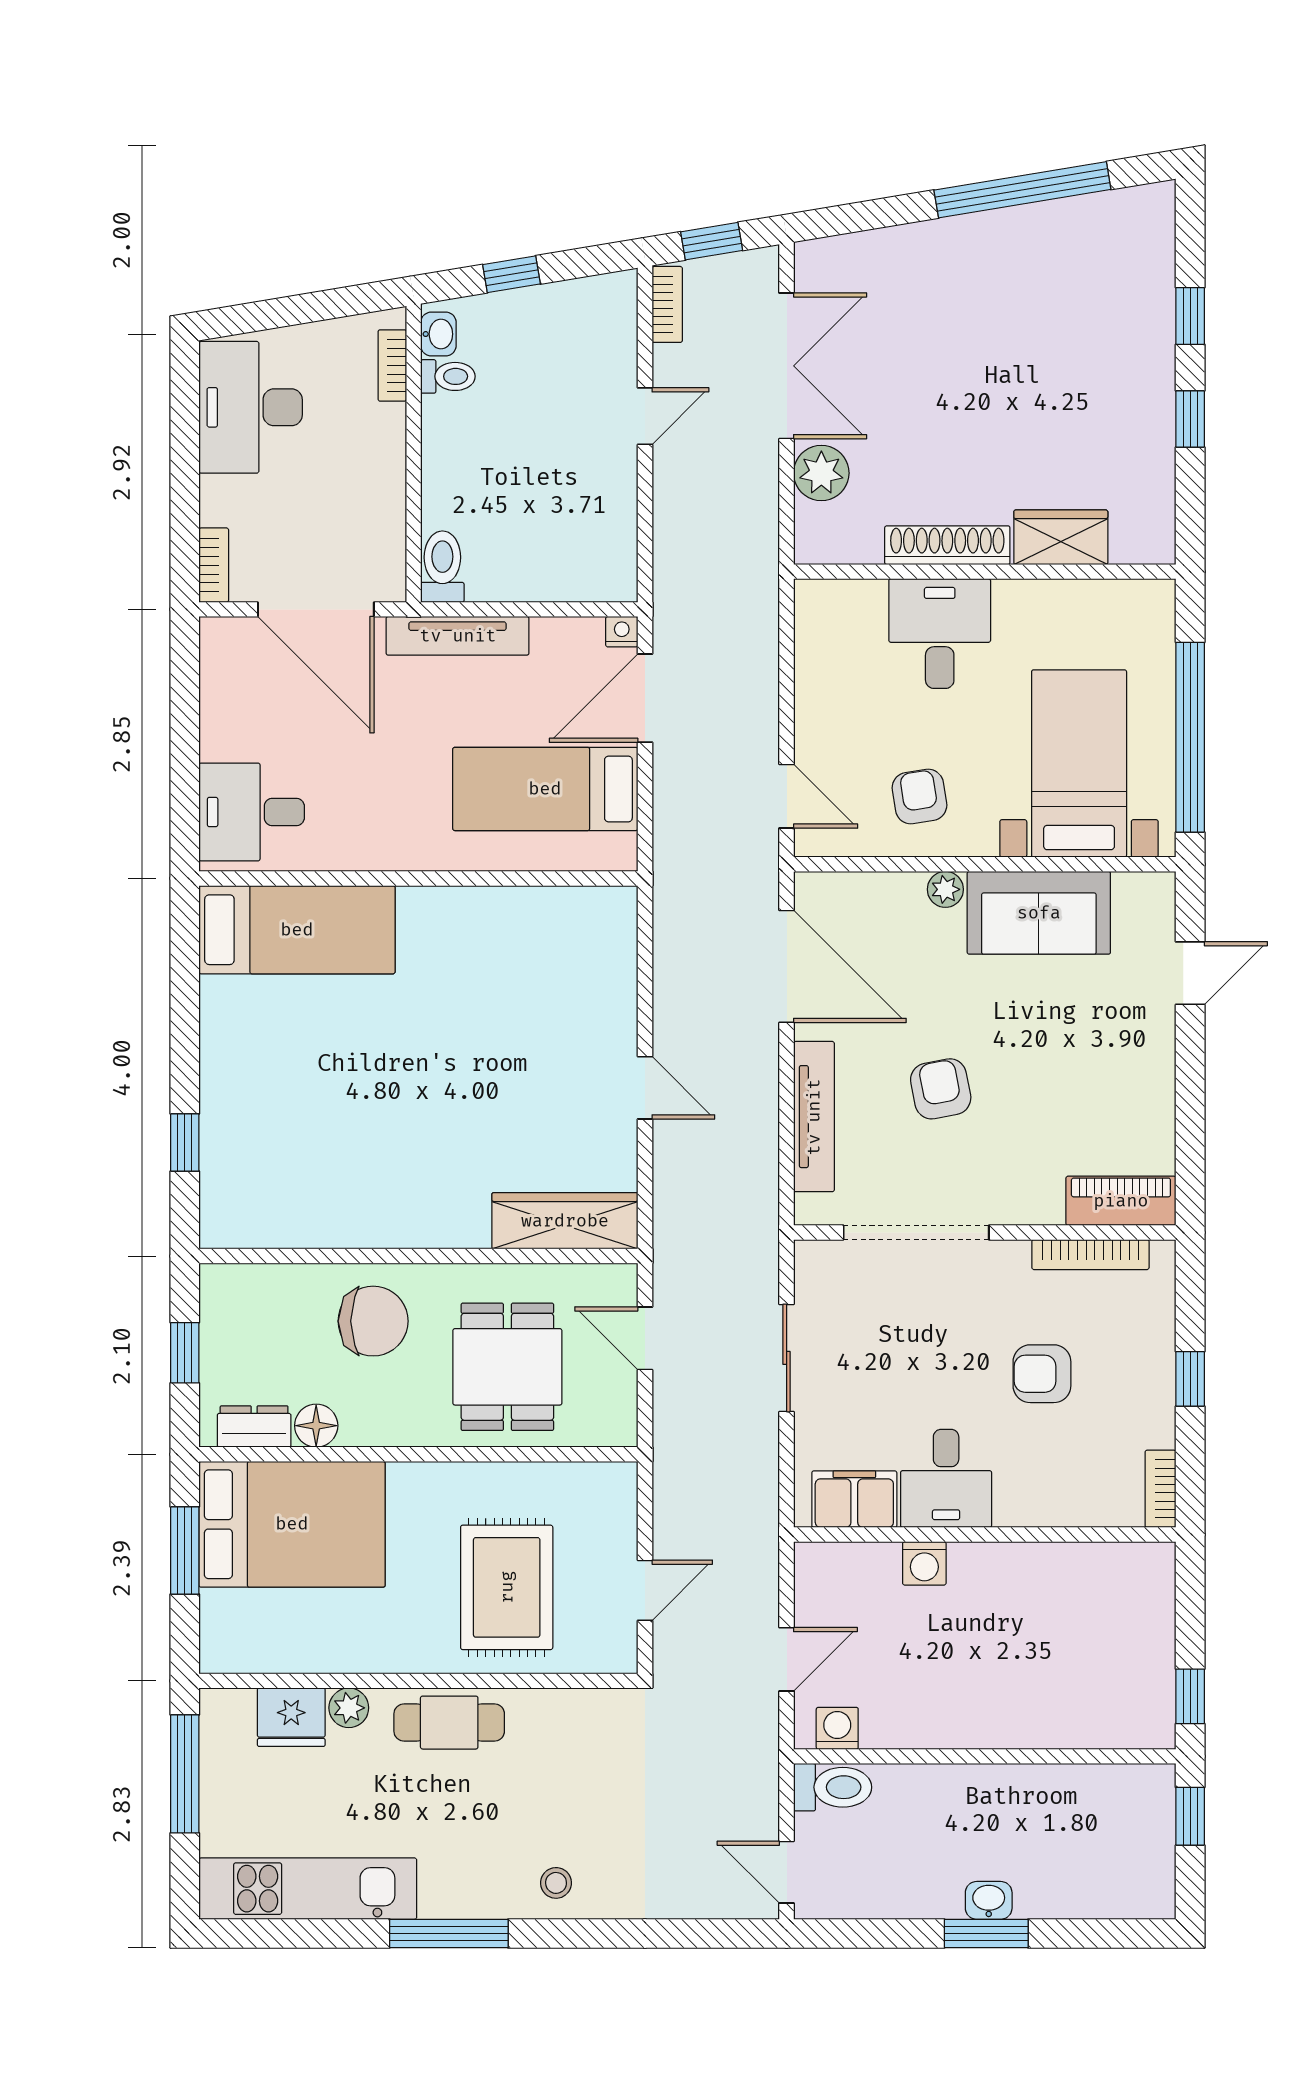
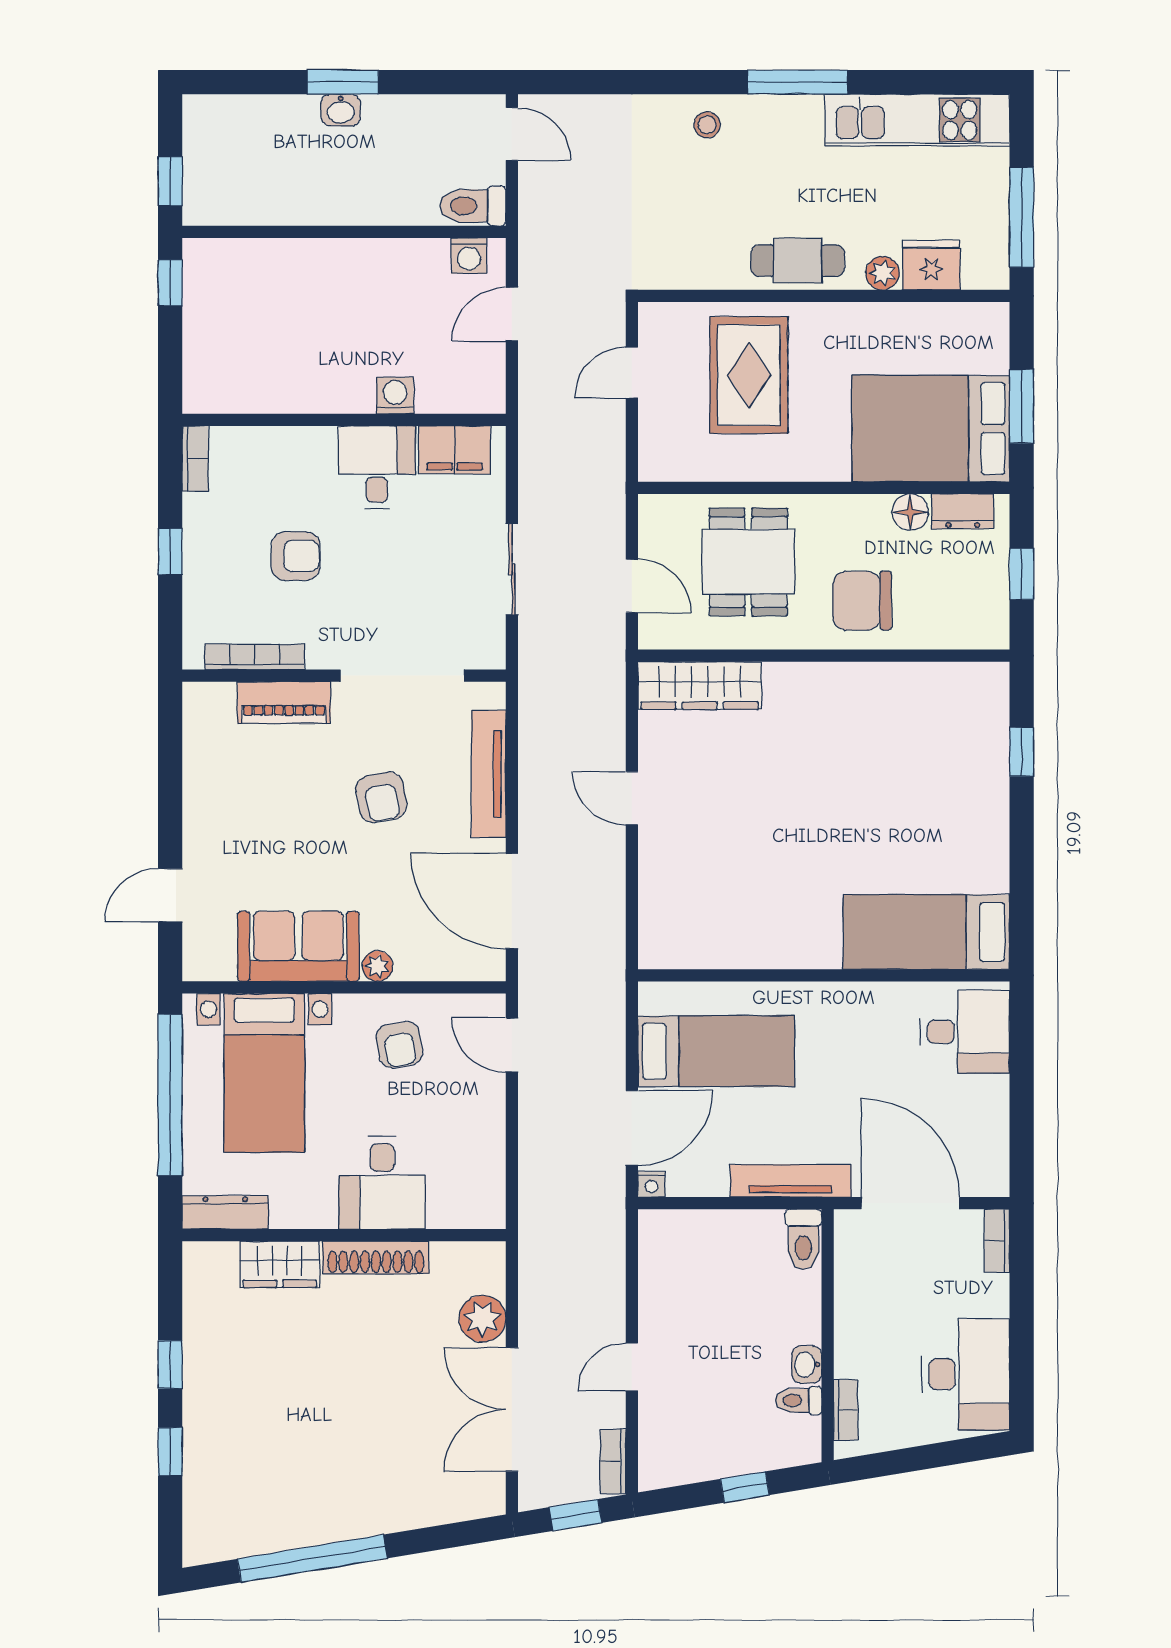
washbasin: (438, 334) -> (807, 1365), moved
dresser: (1125, 599) -> (225, 1212), added
piano: (1121, 1201) -> (284, 702), moved

